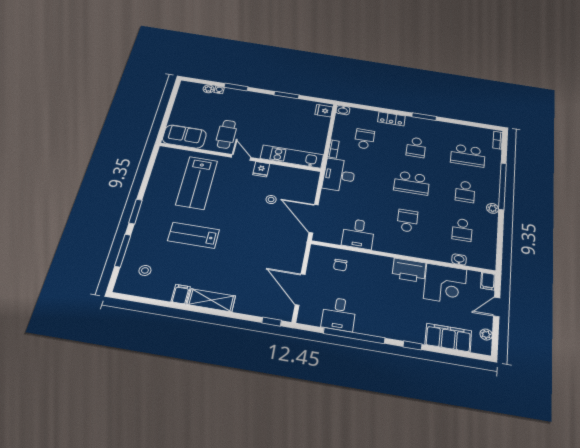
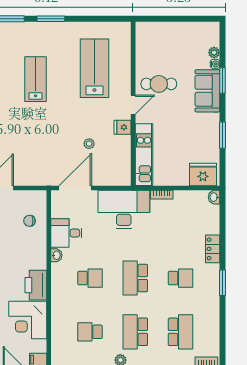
fridge: (324, 111) -> (203, 175), width x1.88, depth x1.34
sofa: (184, 137) -> (207, 91), moved, turned 180
school desk: (364, 139) -> (181, 224), removed
school desk: (416, 147) -> (181, 278), turned 180
school desk: (468, 155) -> (181, 332), turned 180
desk: (339, 175) -> (124, 209), width x1.36, depth x1.30
lab bench: (197, 183) -> (94, 68), turned 90
school desk: (465, 192) -> (135, 332), width x1.85
washbasin: (459, 259) -> (56, 255), moved

